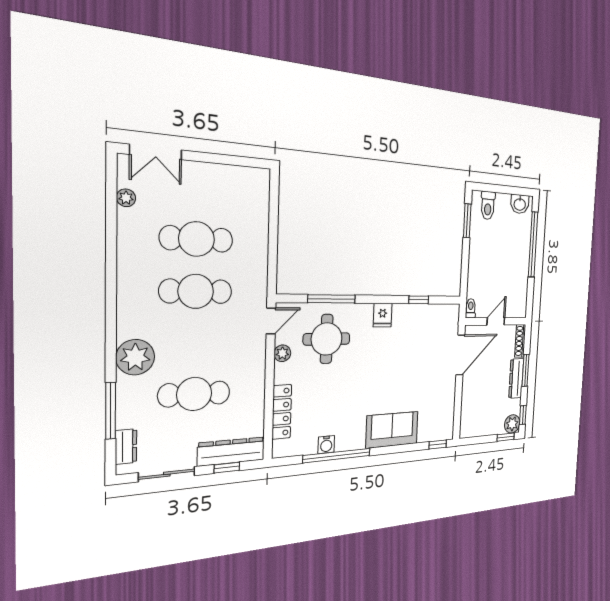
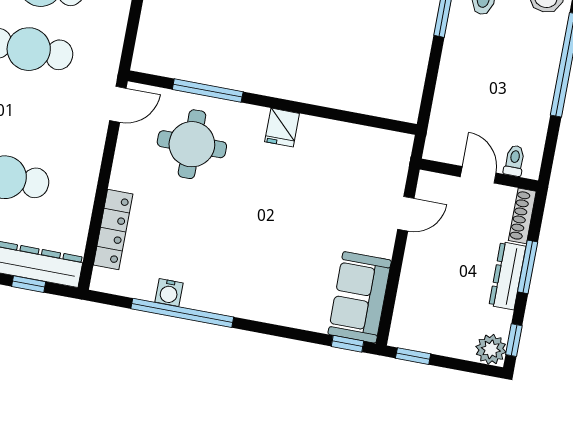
window: (419, 300) -> (344, 116), removed
toilet: (471, 308) -> (514, 161), moved
door: (496, 321) -> (478, 175), hinge flipped
plant: (282, 353) -> (127, 150), removed
door: (460, 355) -> (406, 214), width x0.53
sofa: (392, 430) -> (360, 297), moved, turned -90
window: (506, 437) -> (413, 356), moved

